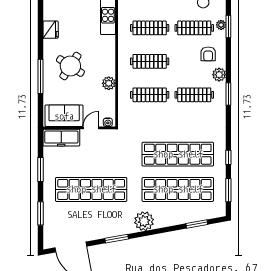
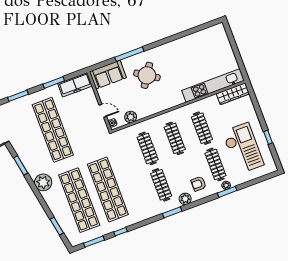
fridge: (51, 30) -> (170, 48), removed
plant: (109, 83) -> (131, 117), moved
sofa: (64, 116) -> (108, 75), moved, turned 90
freezer: (61, 138) -> (75, 85), moved, turned -90

